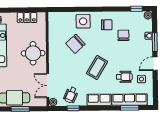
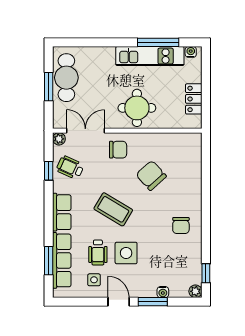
side table: (83, 21) -> (126, 253), moved
chair: (123, 35) -> (118, 150), moved

